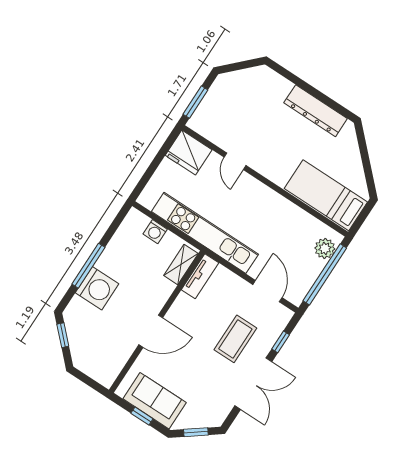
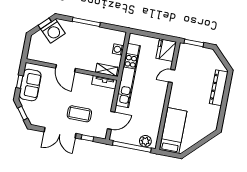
dresser: (316, 111) -> (219, 88), moved
washing machine: (97, 288) -> (53, 31), moved, turned -45

